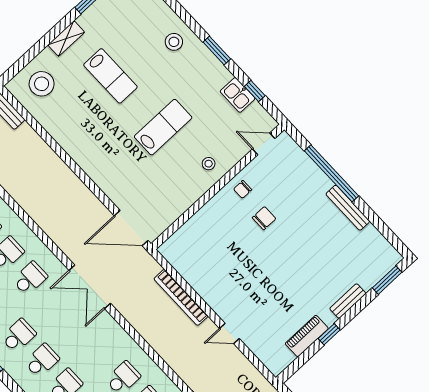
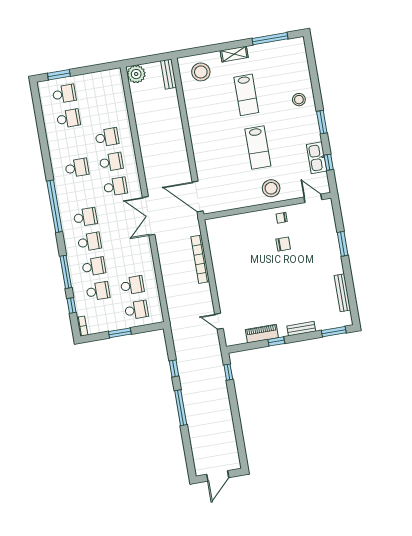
kitchen sink: (238, 95) -> (317, 158), width x1.38
lab bench: (163, 127) -> (258, 148), turned 90
stool: (209, 164) -> (271, 188), width x1.89, depth x1.89
window: (332, 173) -> (343, 244), width x0.47
bench: (348, 208) -> (342, 293), moved
door: (229, 333) -> (219, 321), moved

